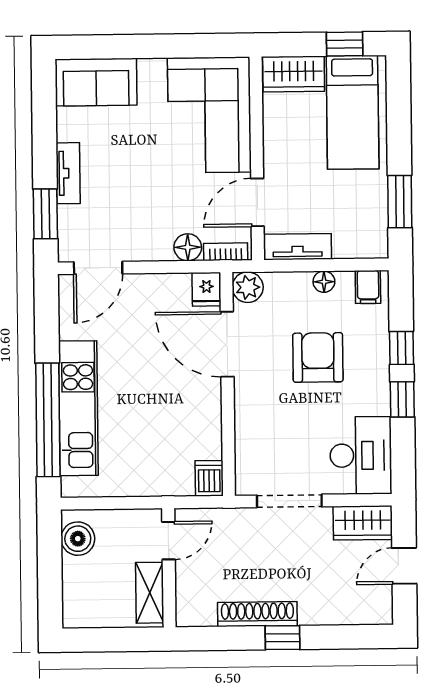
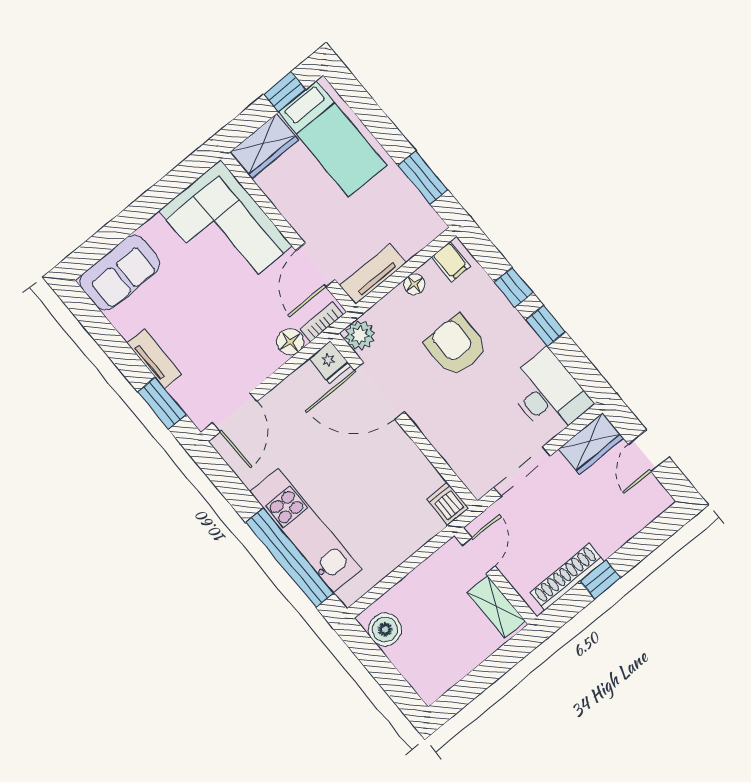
door: (169, 541) -> (479, 556), moved
wall: (169, 568) -> (496, 576), moved
shelving: (150, 593) -> (496, 607), moved

